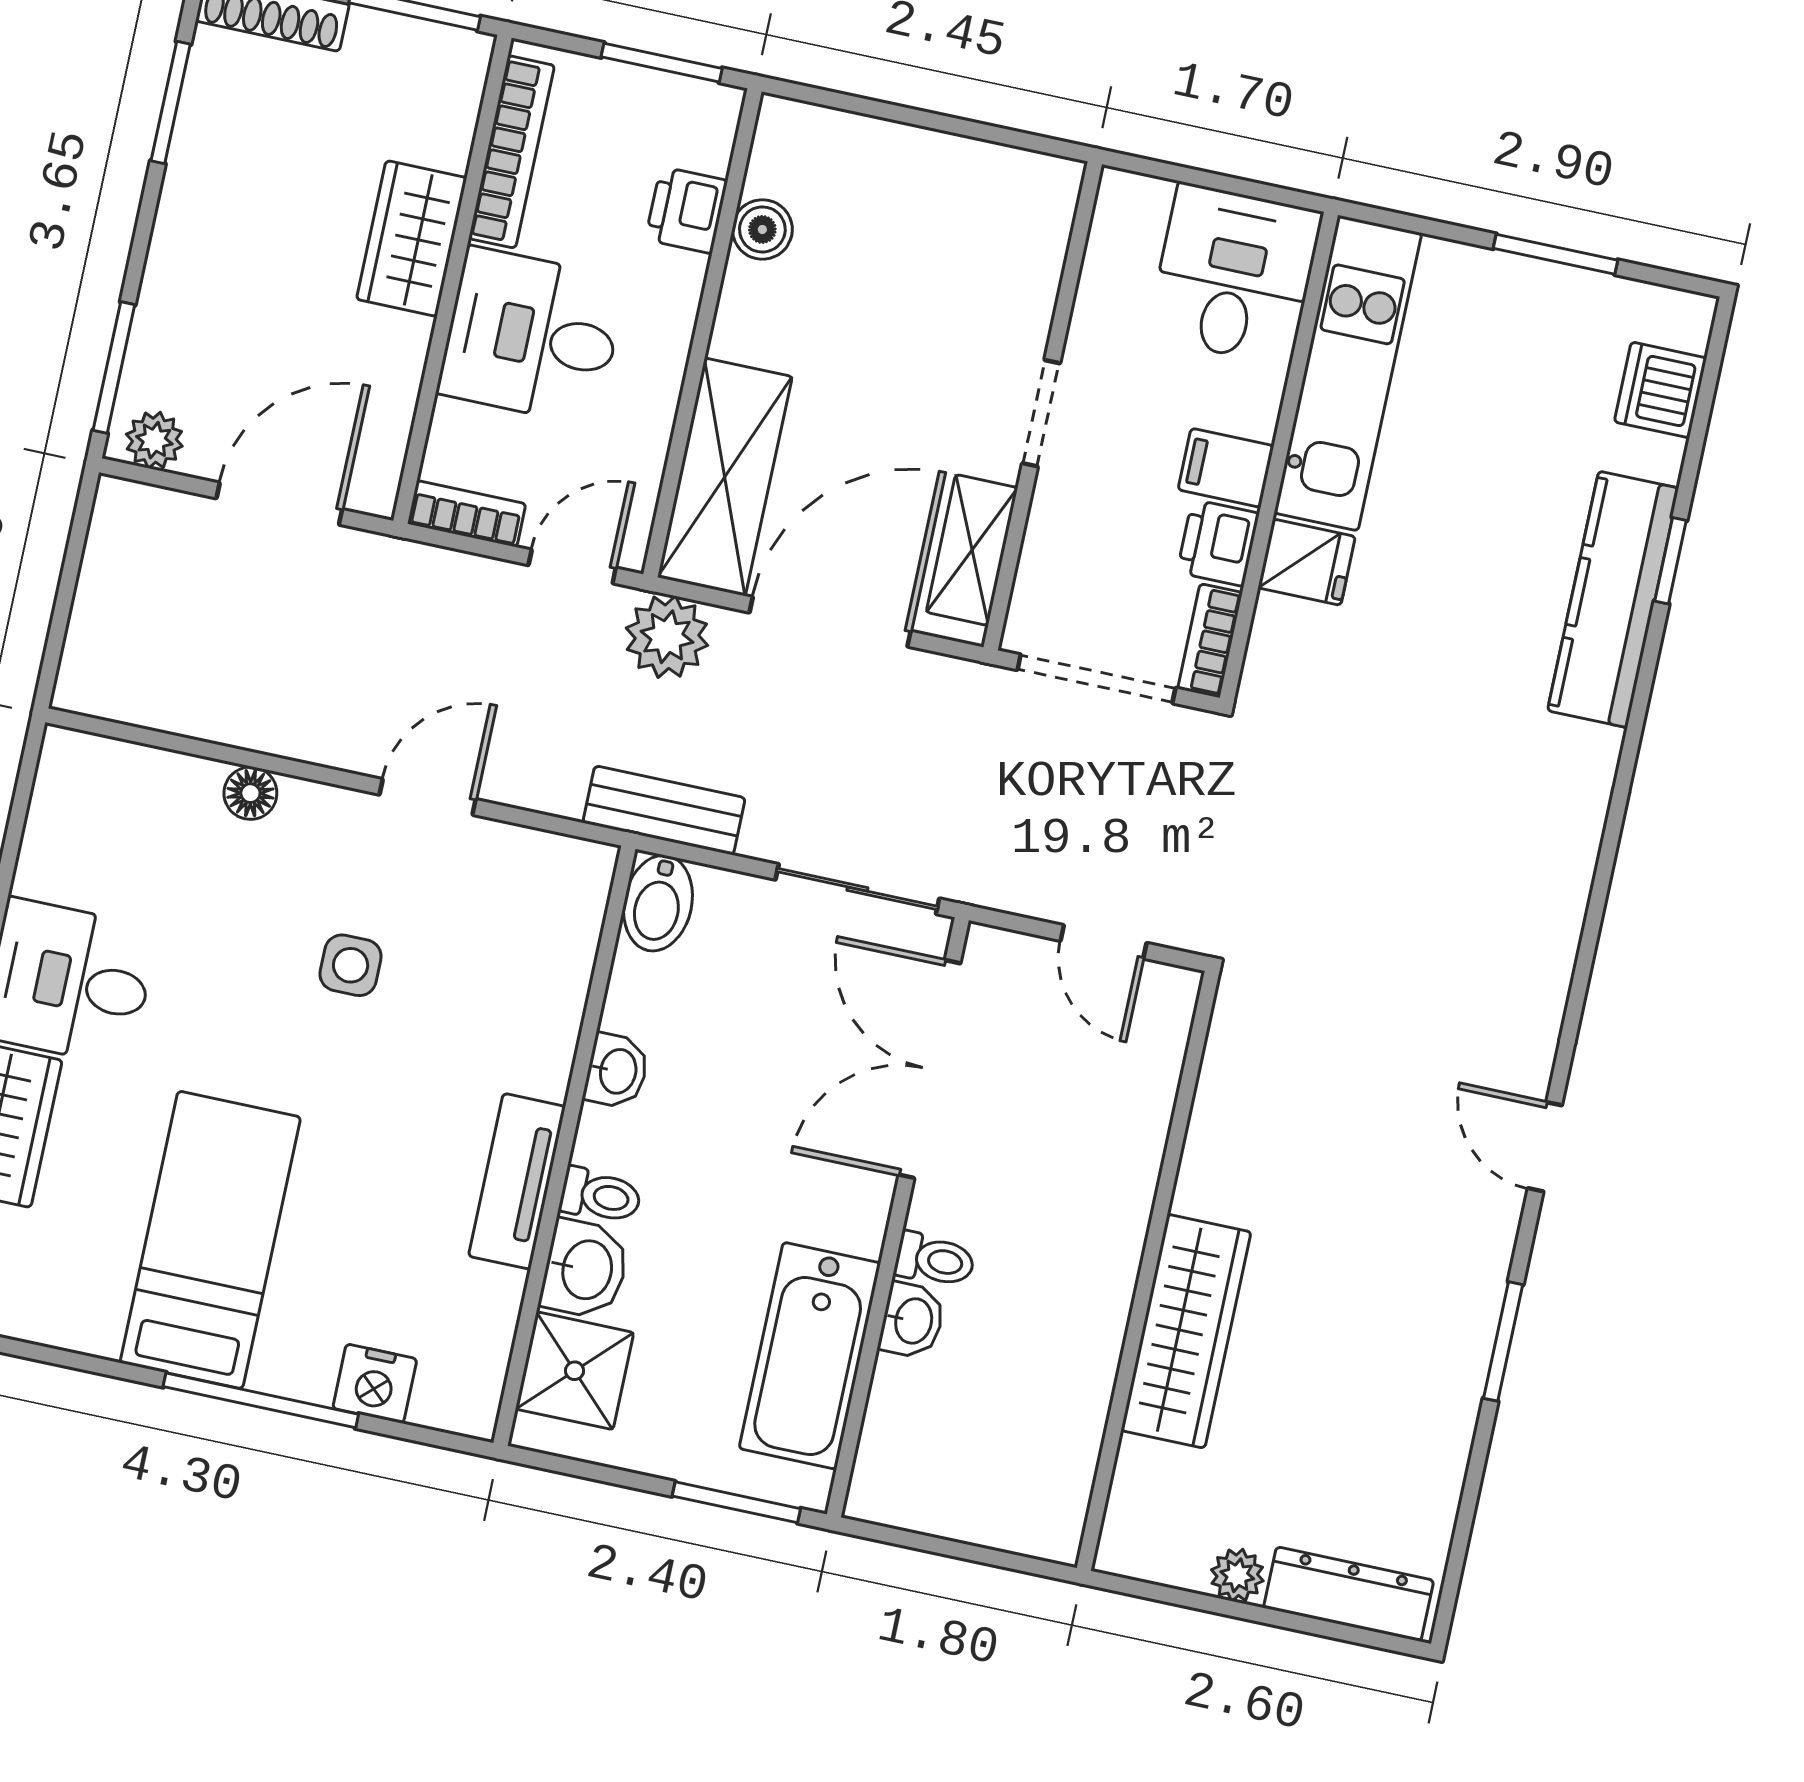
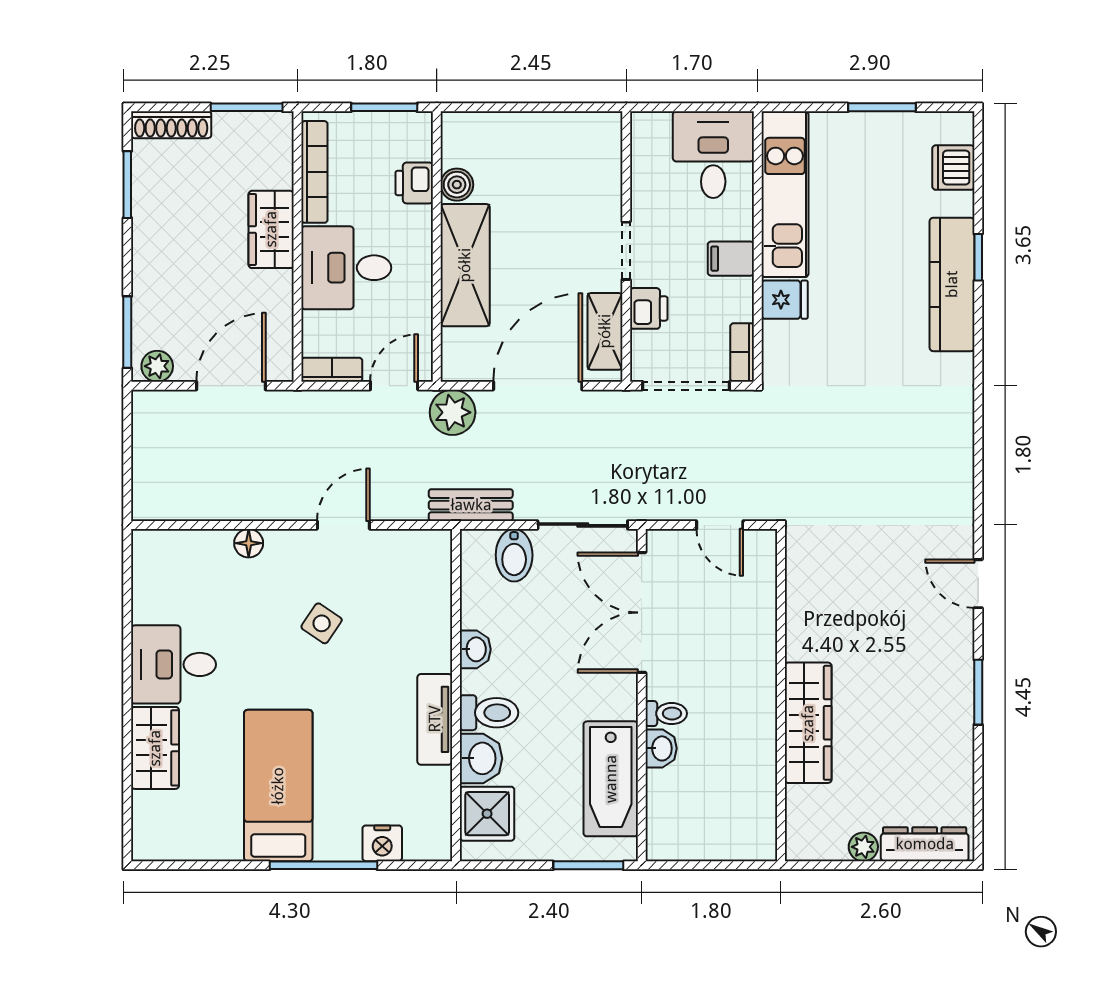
shelving: (725, 477) -> (465, 265), moved
printer: (1218, 543) -> (649, 308), moved, turned 180
bidet: (658, 903) -> (514, 555), moved
side table: (351, 965) -> (322, 623), turned 34
toilet: (600, 1196) -> (489, 713), width x1.37, depth x1.39

